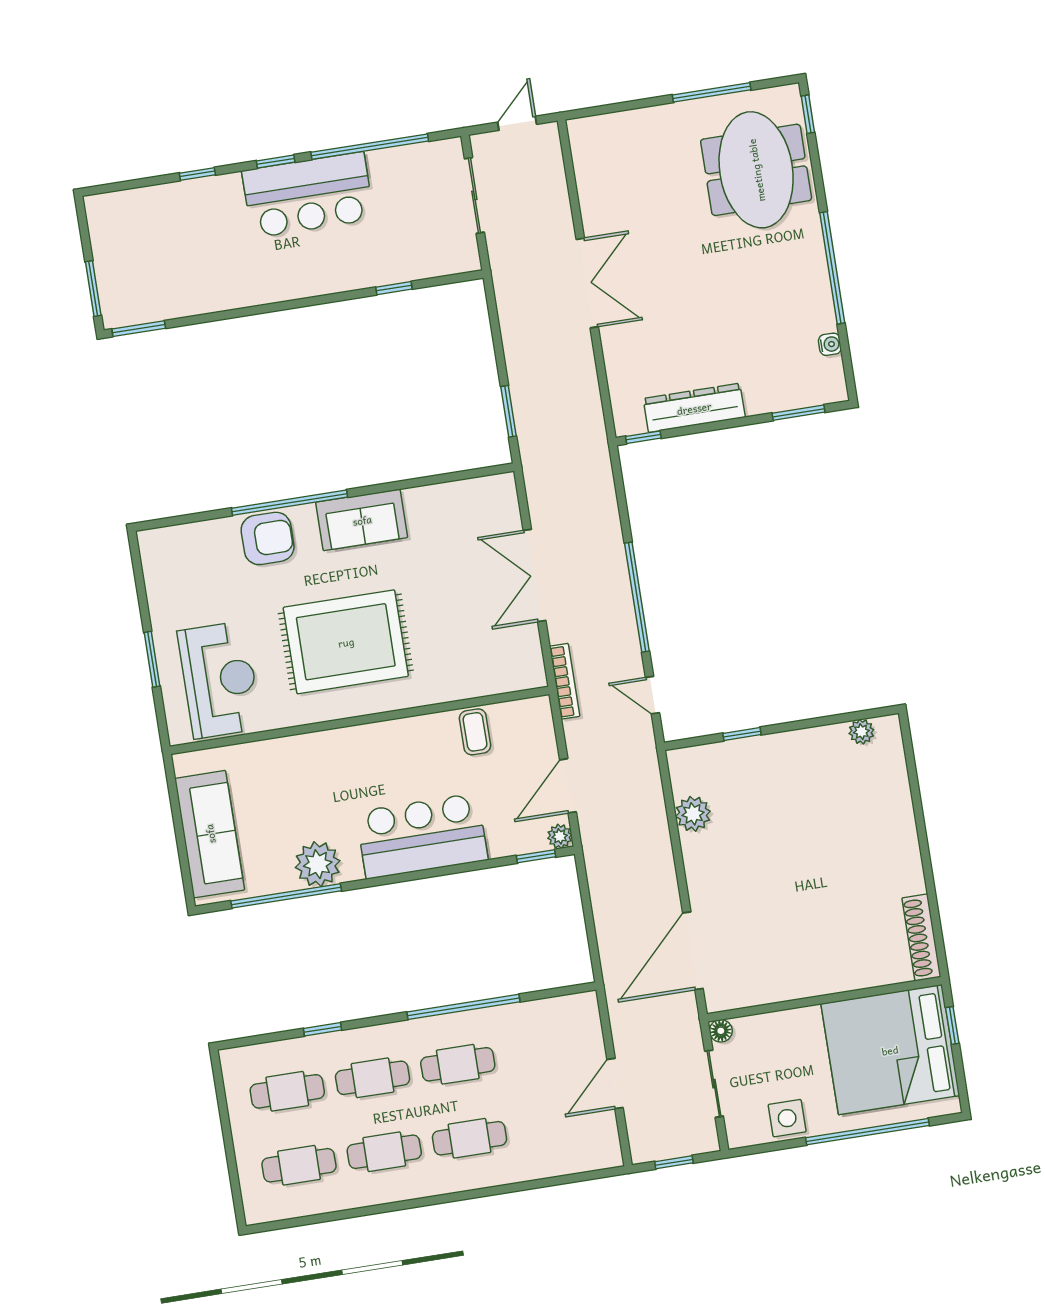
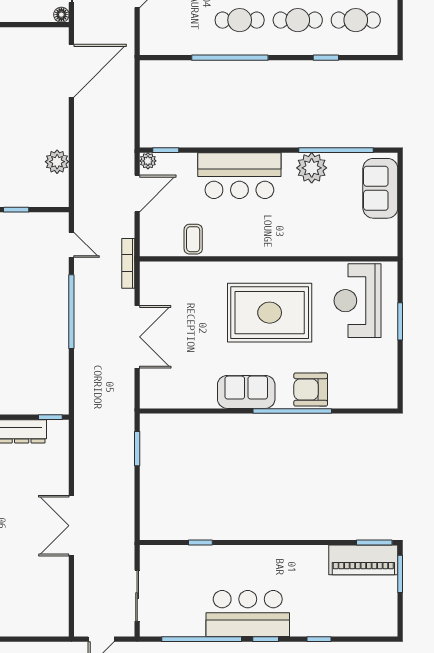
piano: (151, 300) -> (363, 560), added
sofa: (210, 834) -> (380, 188), width x0.73

